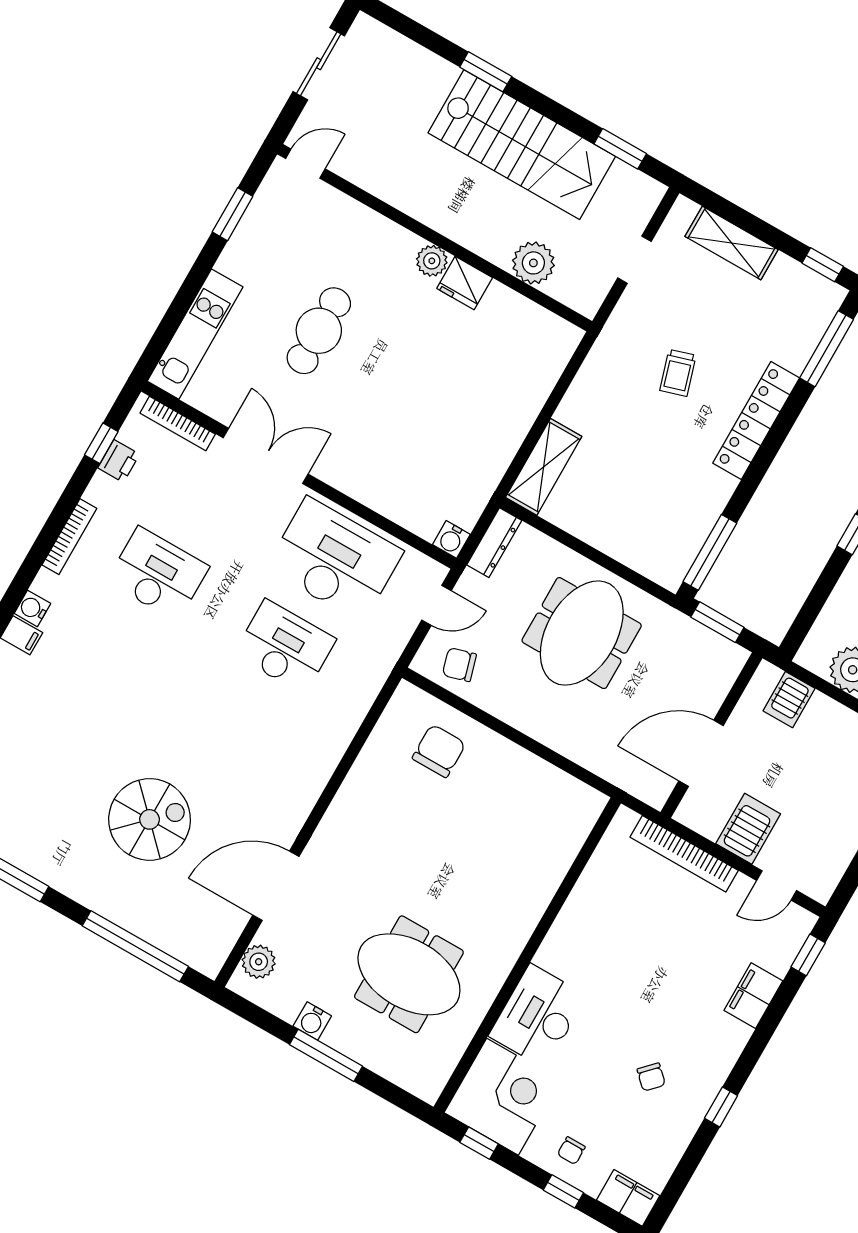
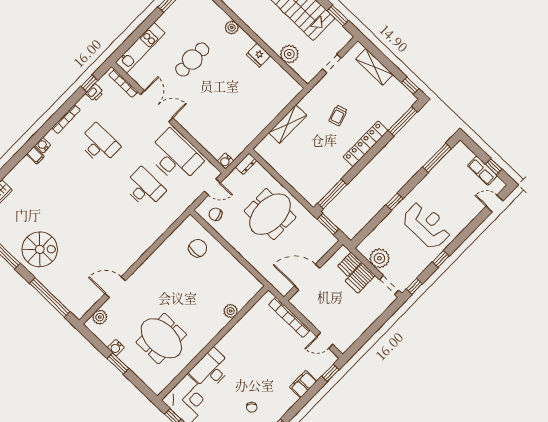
plant: (432, 261) -> (232, 28), moved
shelving: (544, 467) -> (288, 124), moved
dresser: (494, 543) -> (246, 164), width x0.70
spiral stairs: (150, 819) -> (40, 249), moved
server rack: (748, 829) -> (360, 278), moved, turned 180
plant: (549, 873) -> (231, 311), added
door: (276, 886) -> (115, 287), width x0.73
window: (326, 1055) -> (118, 364), width x0.69

